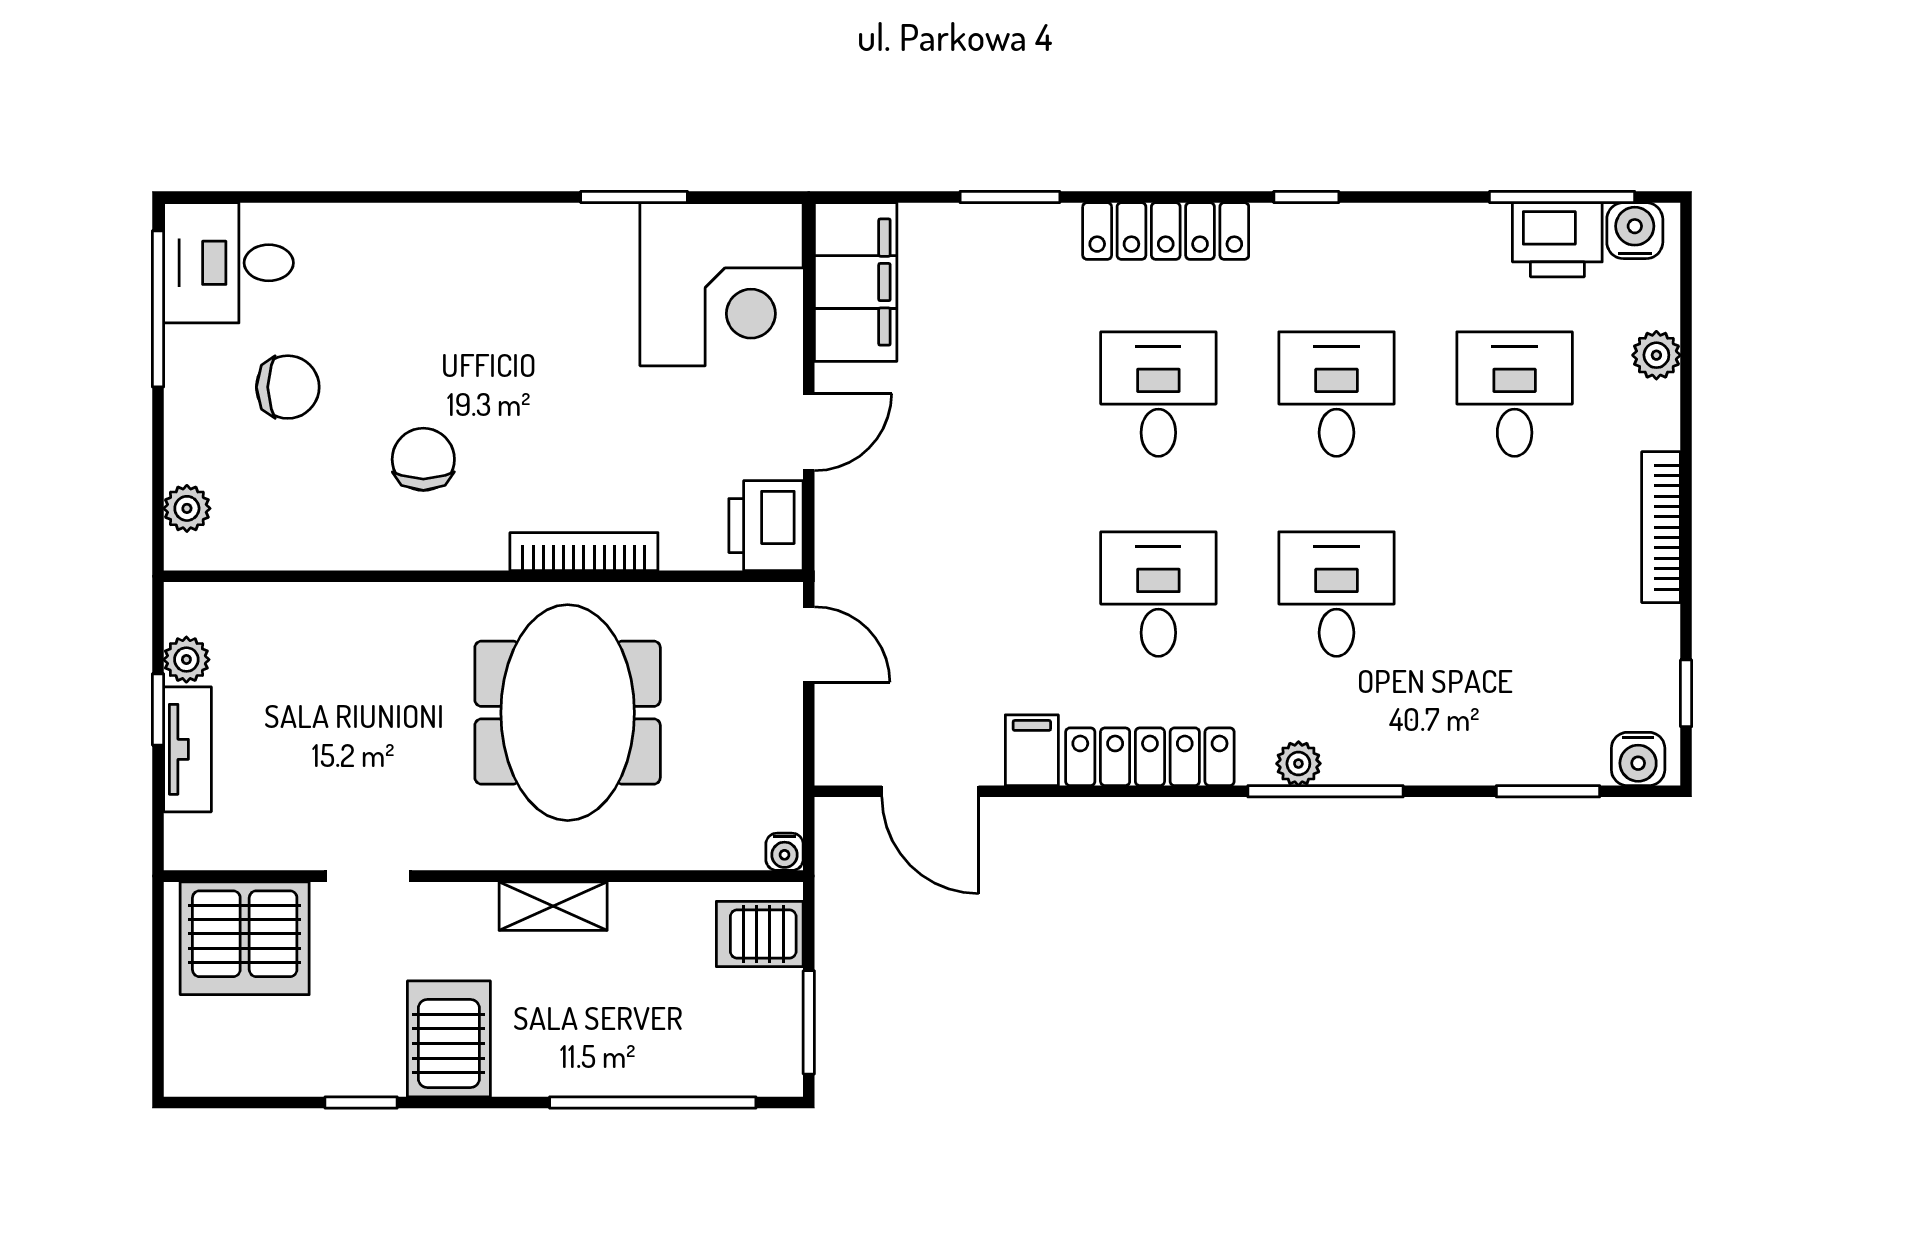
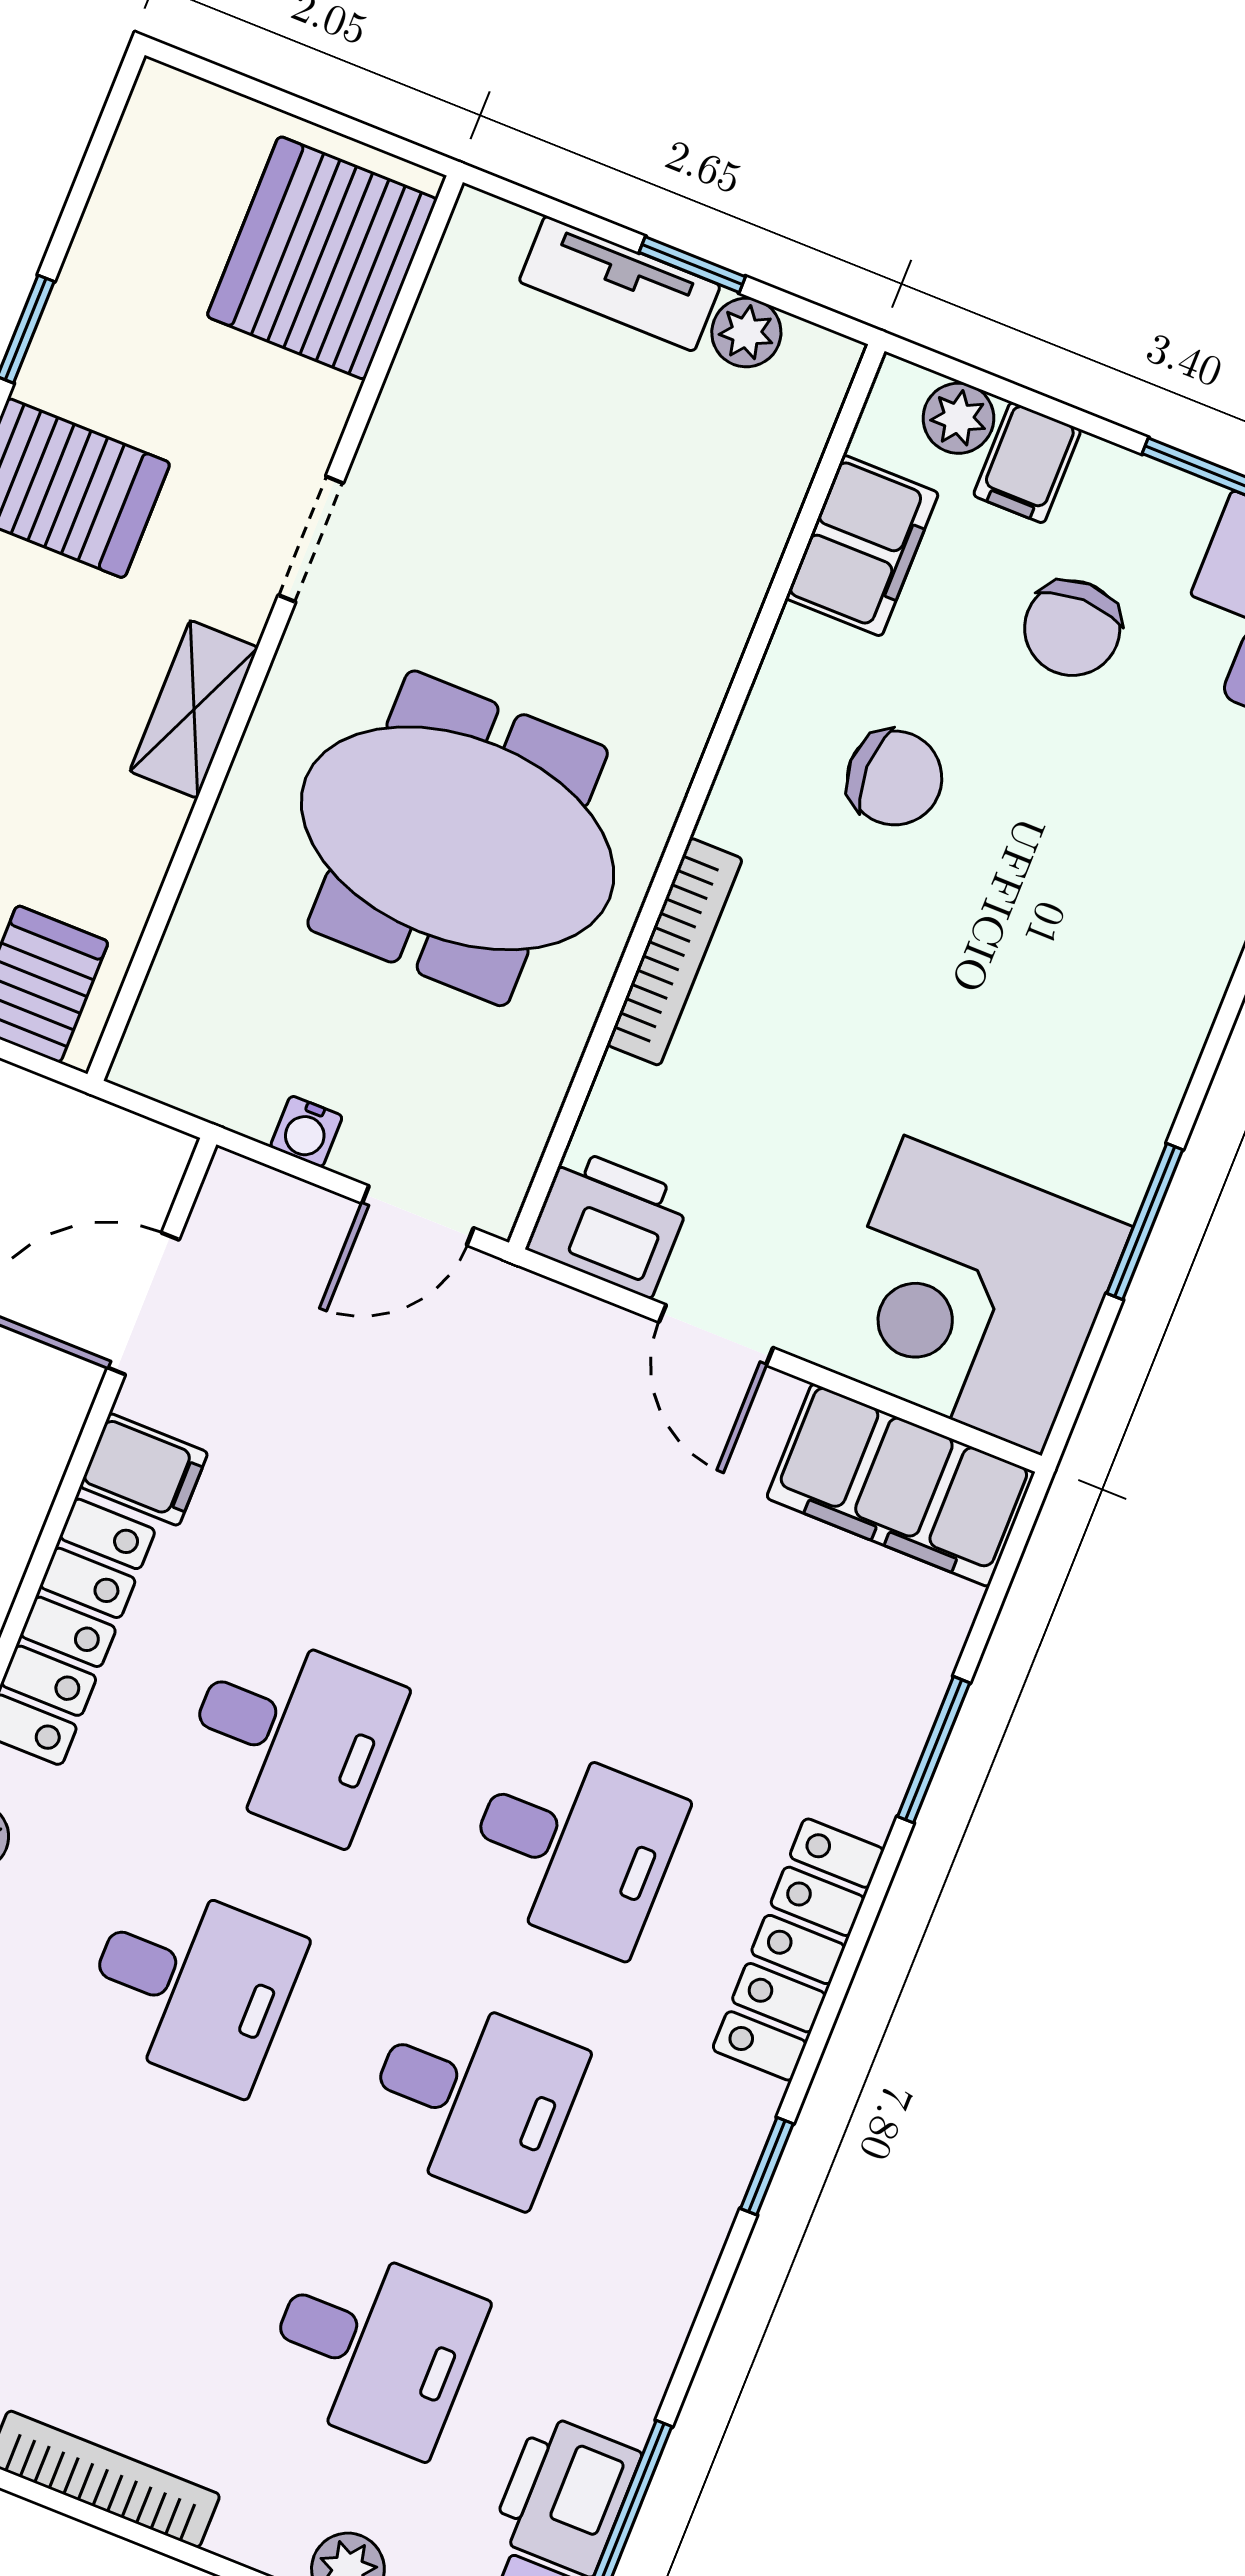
filing cabinet: (197, 455) -> (1027, 463), added
filing cabinet: (289, 536) -> (862, 546), added
water cooler: (785, 852) -> (306, 1131), moved, turned -90
doorway: (368, 876) -> (311, 539), moved

